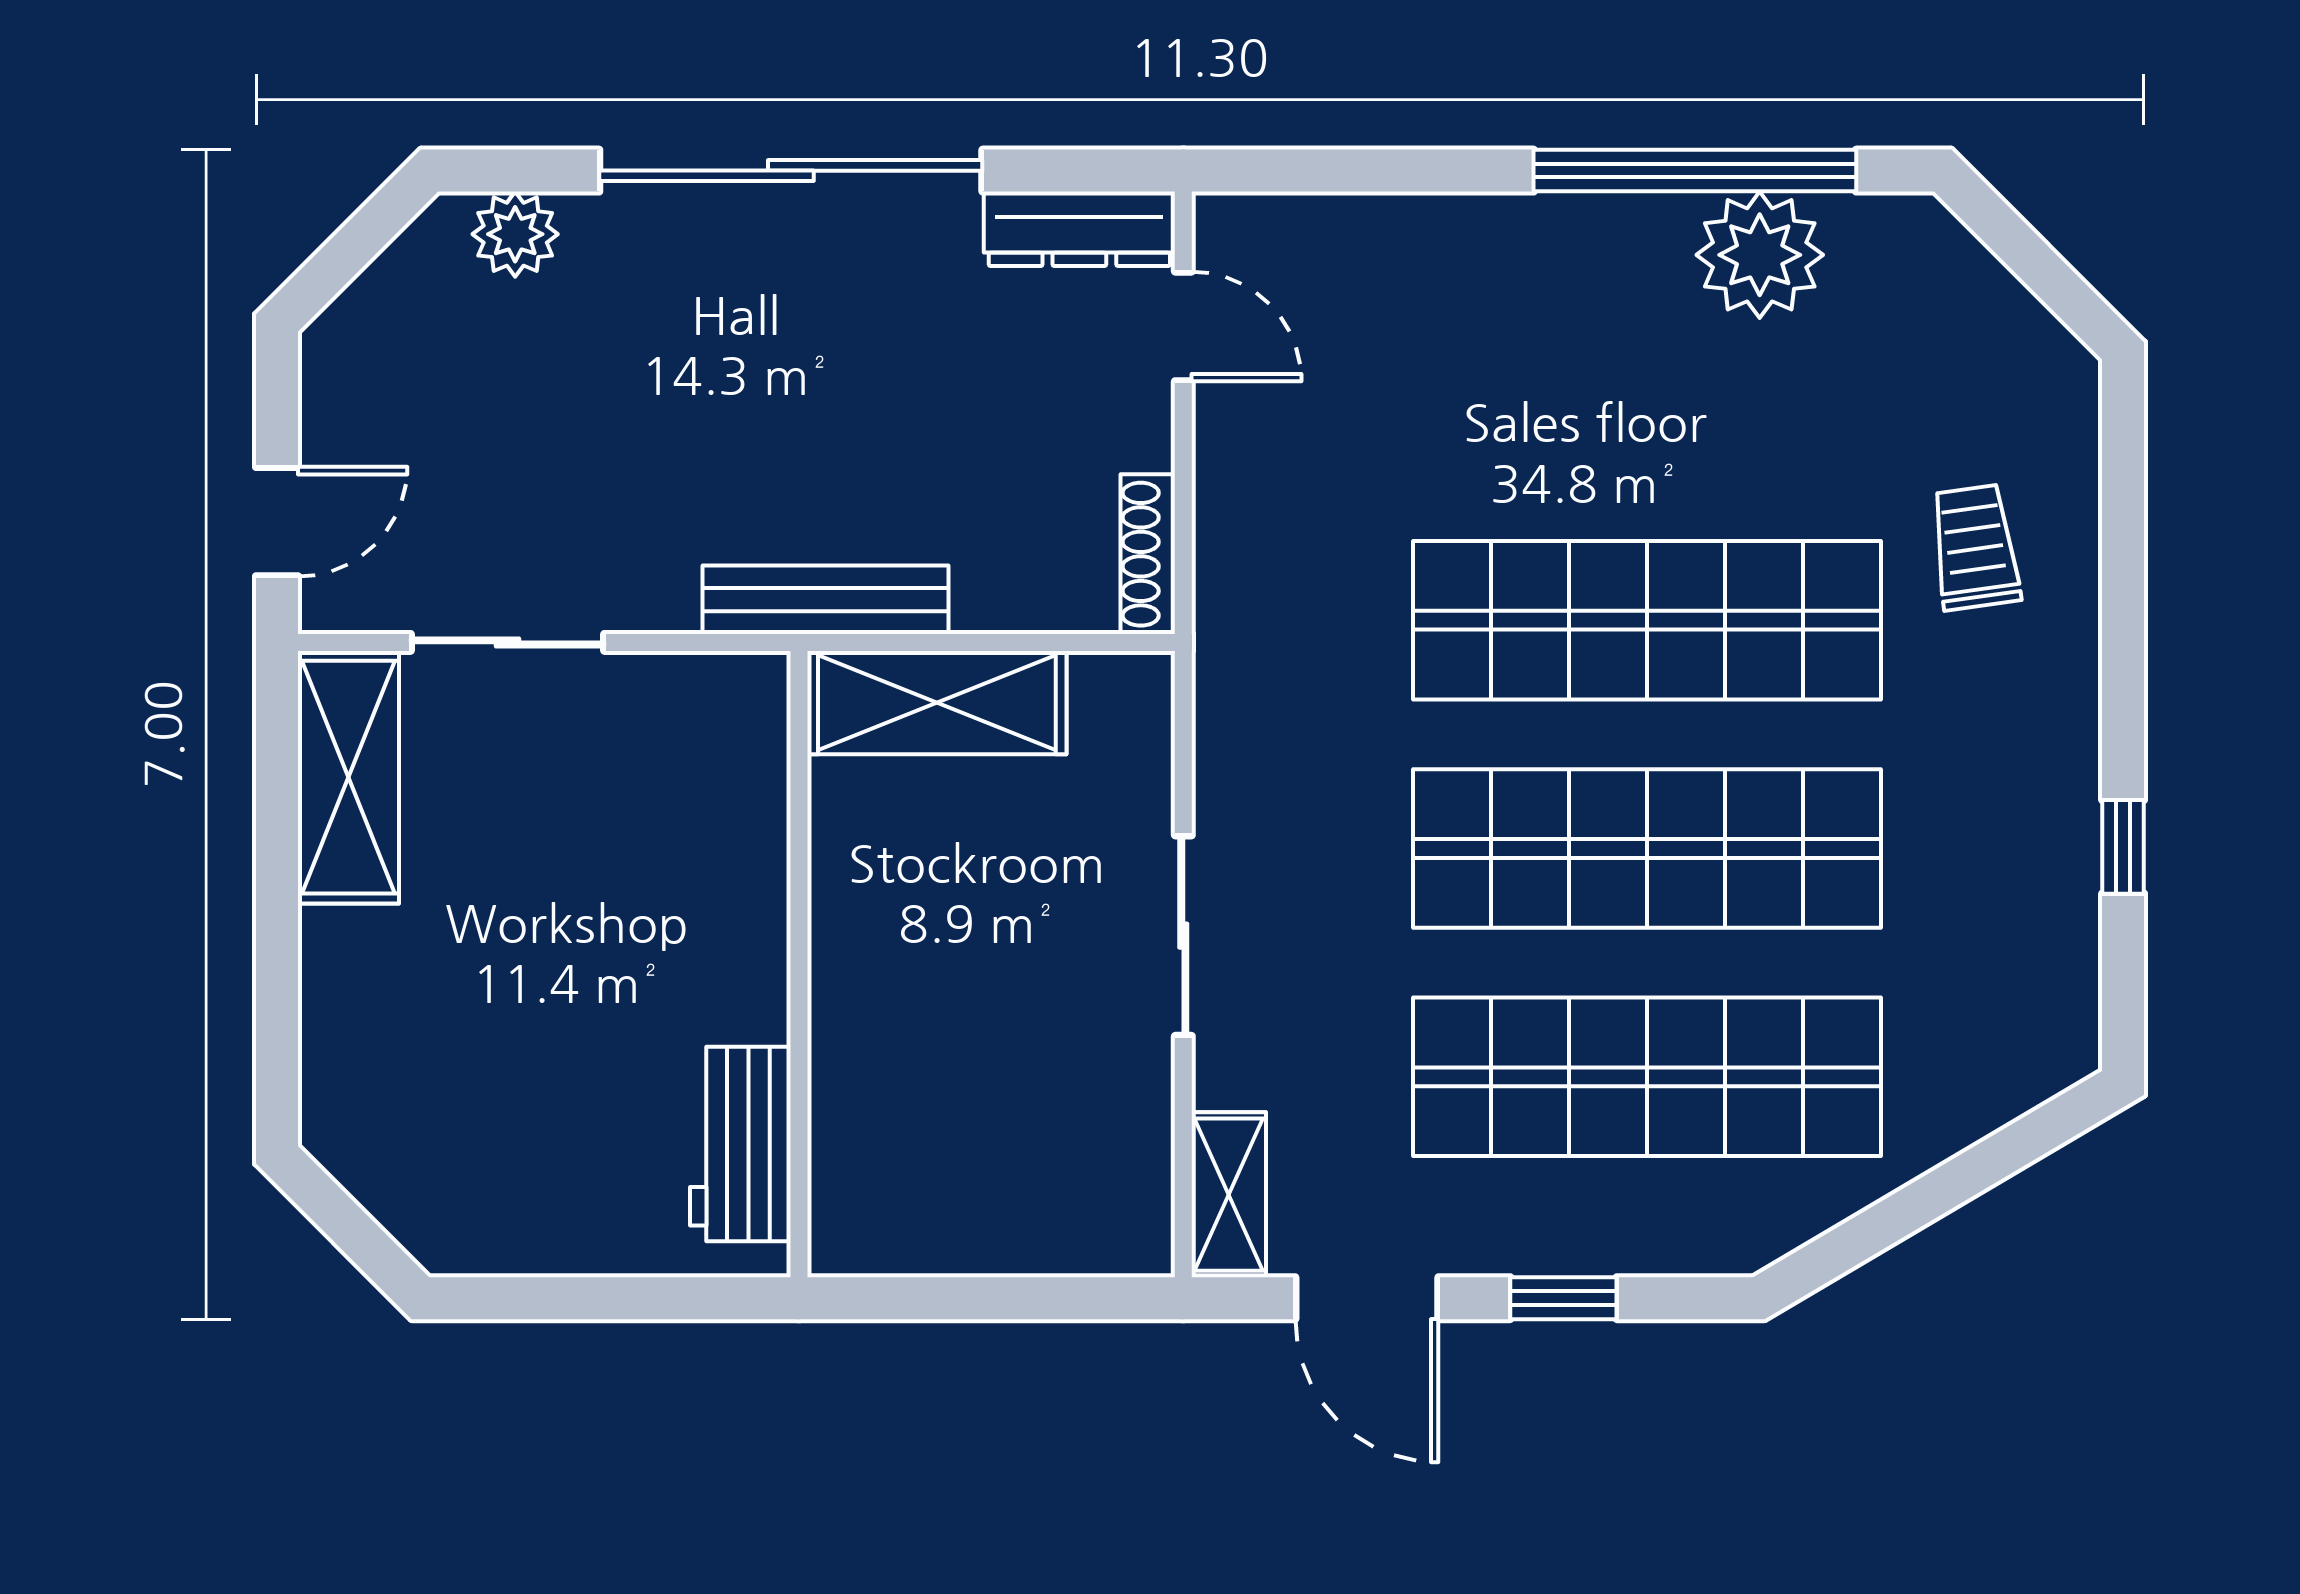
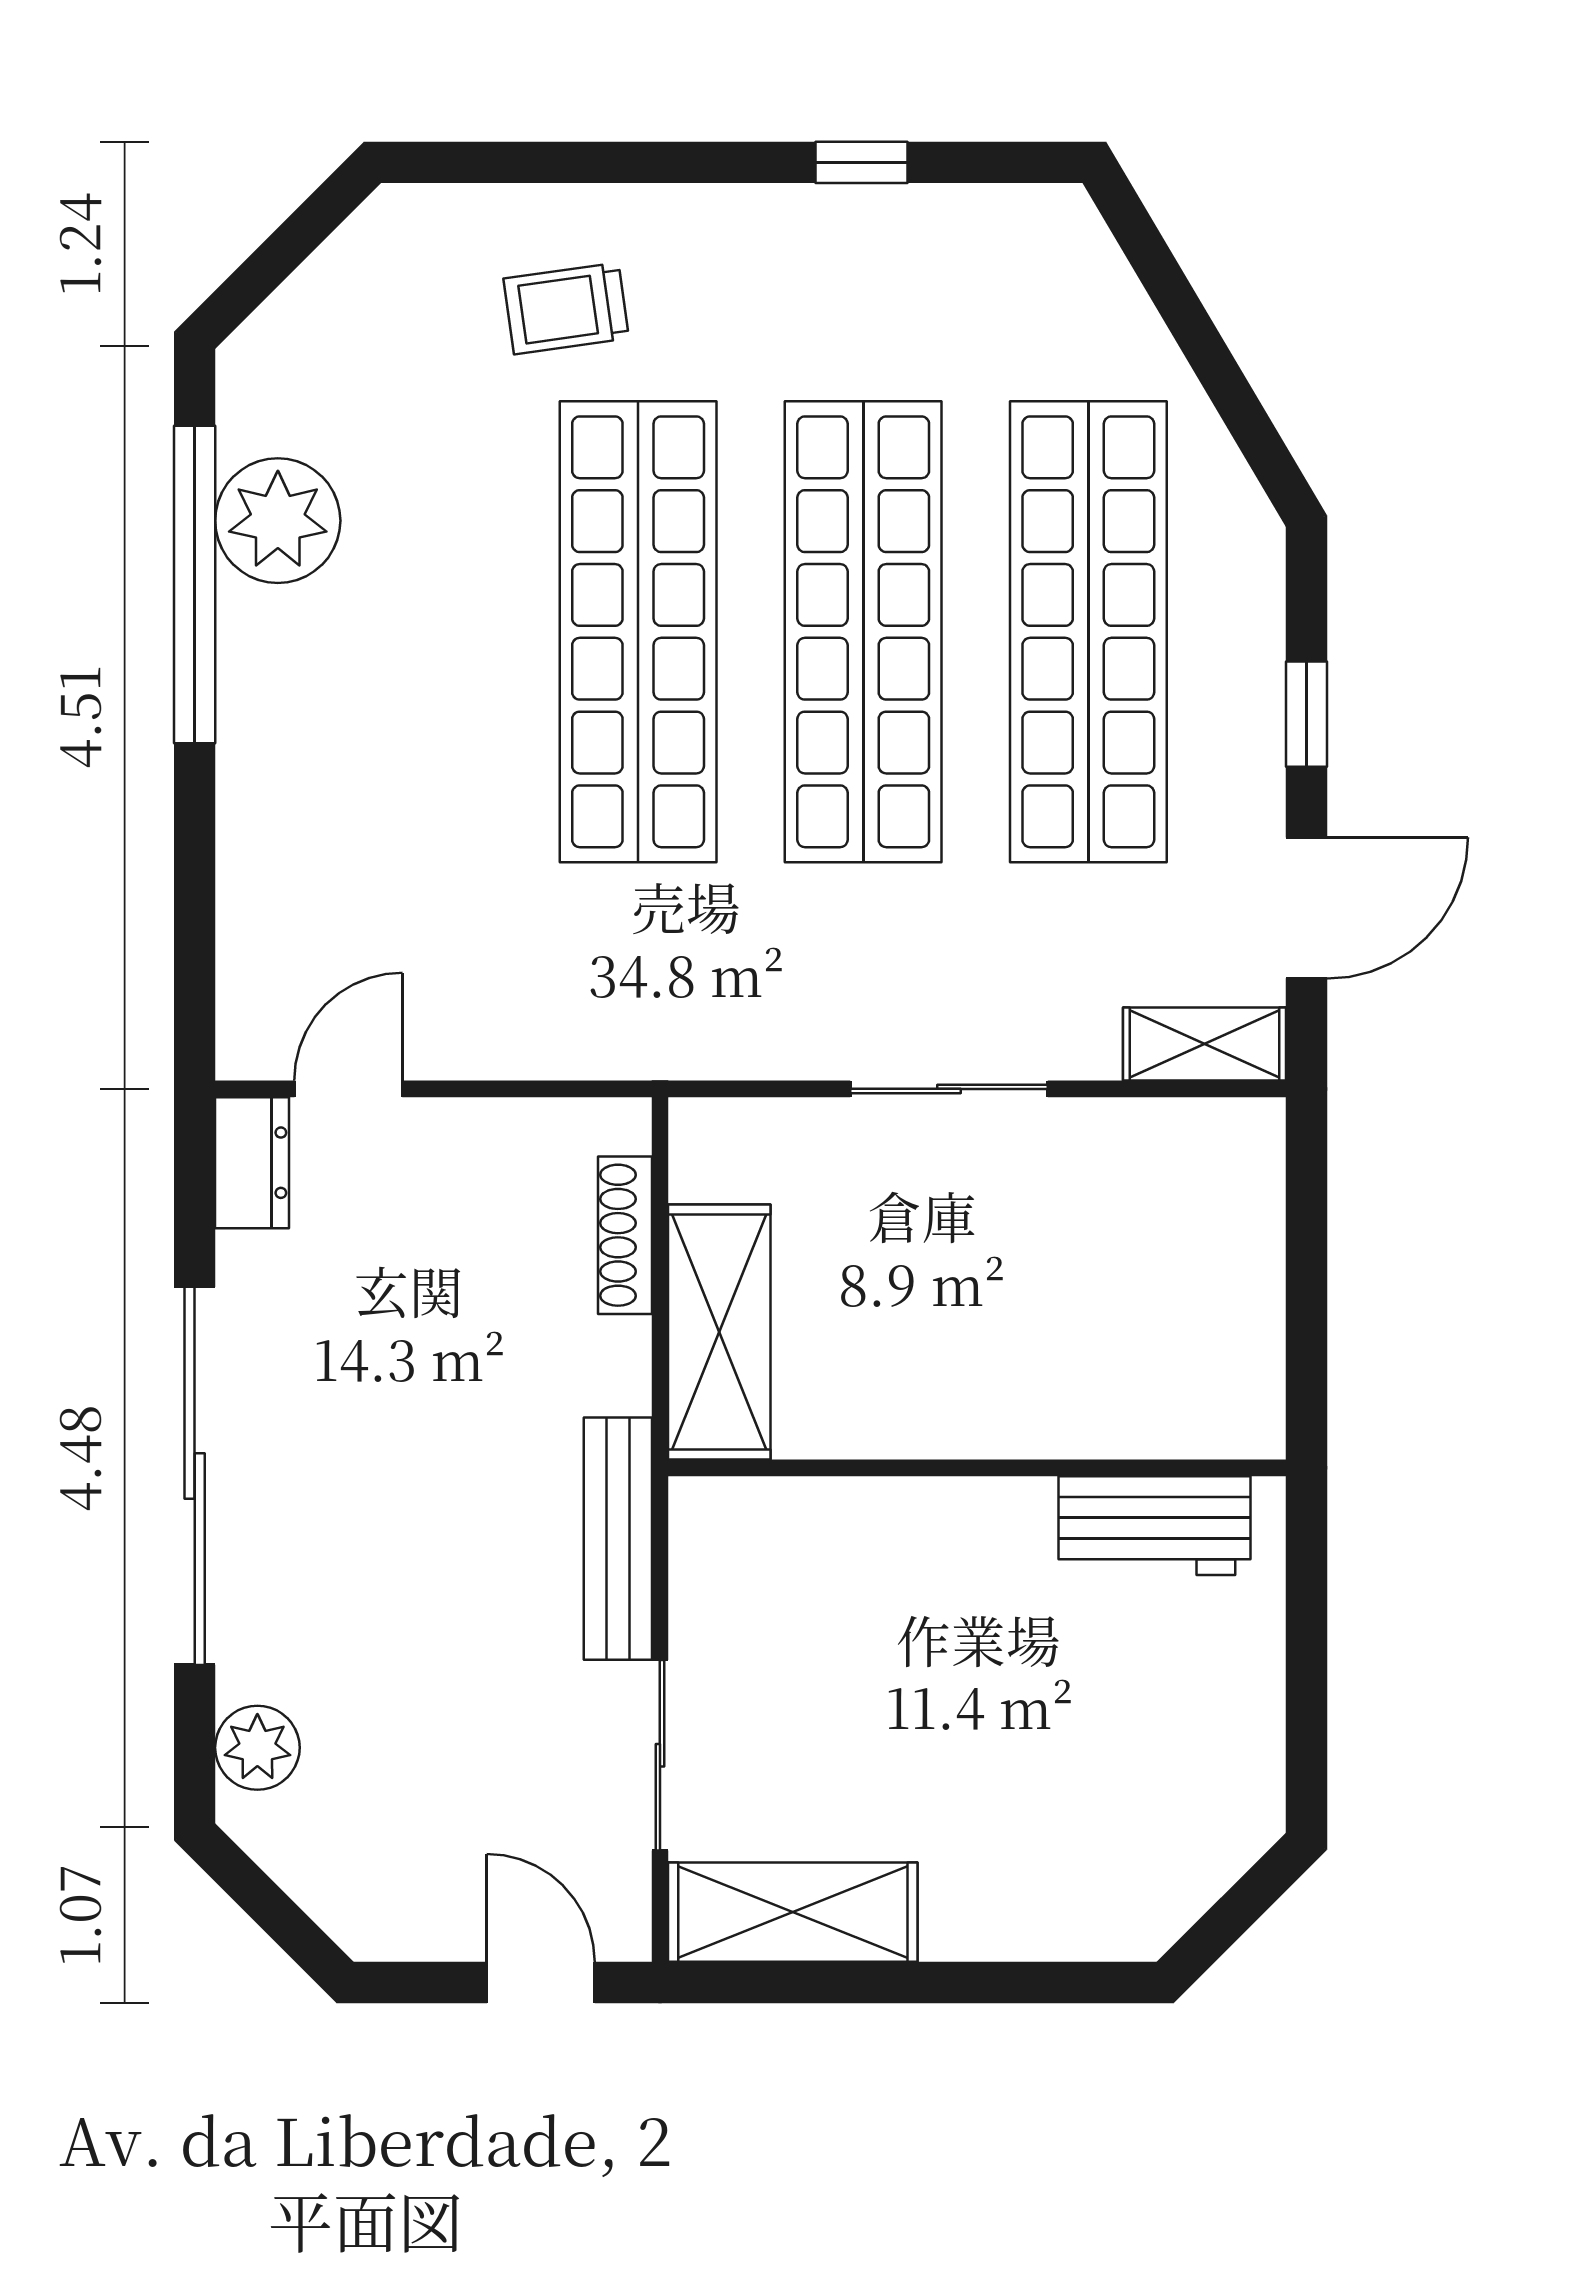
dresser: (1079, 229) -> (252, 1163), width x0.70
shoe rack: (1148, 554) -> (625, 1235), moved, turned 90
bench: (825, 600) -> (618, 1539), moved

